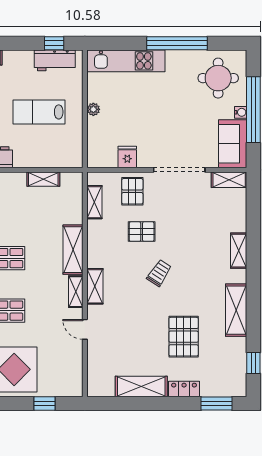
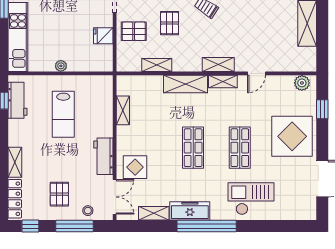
shelving: (94, 202) -> (157, 65), moved
plant: (74, 381) -> (302, 83), added

